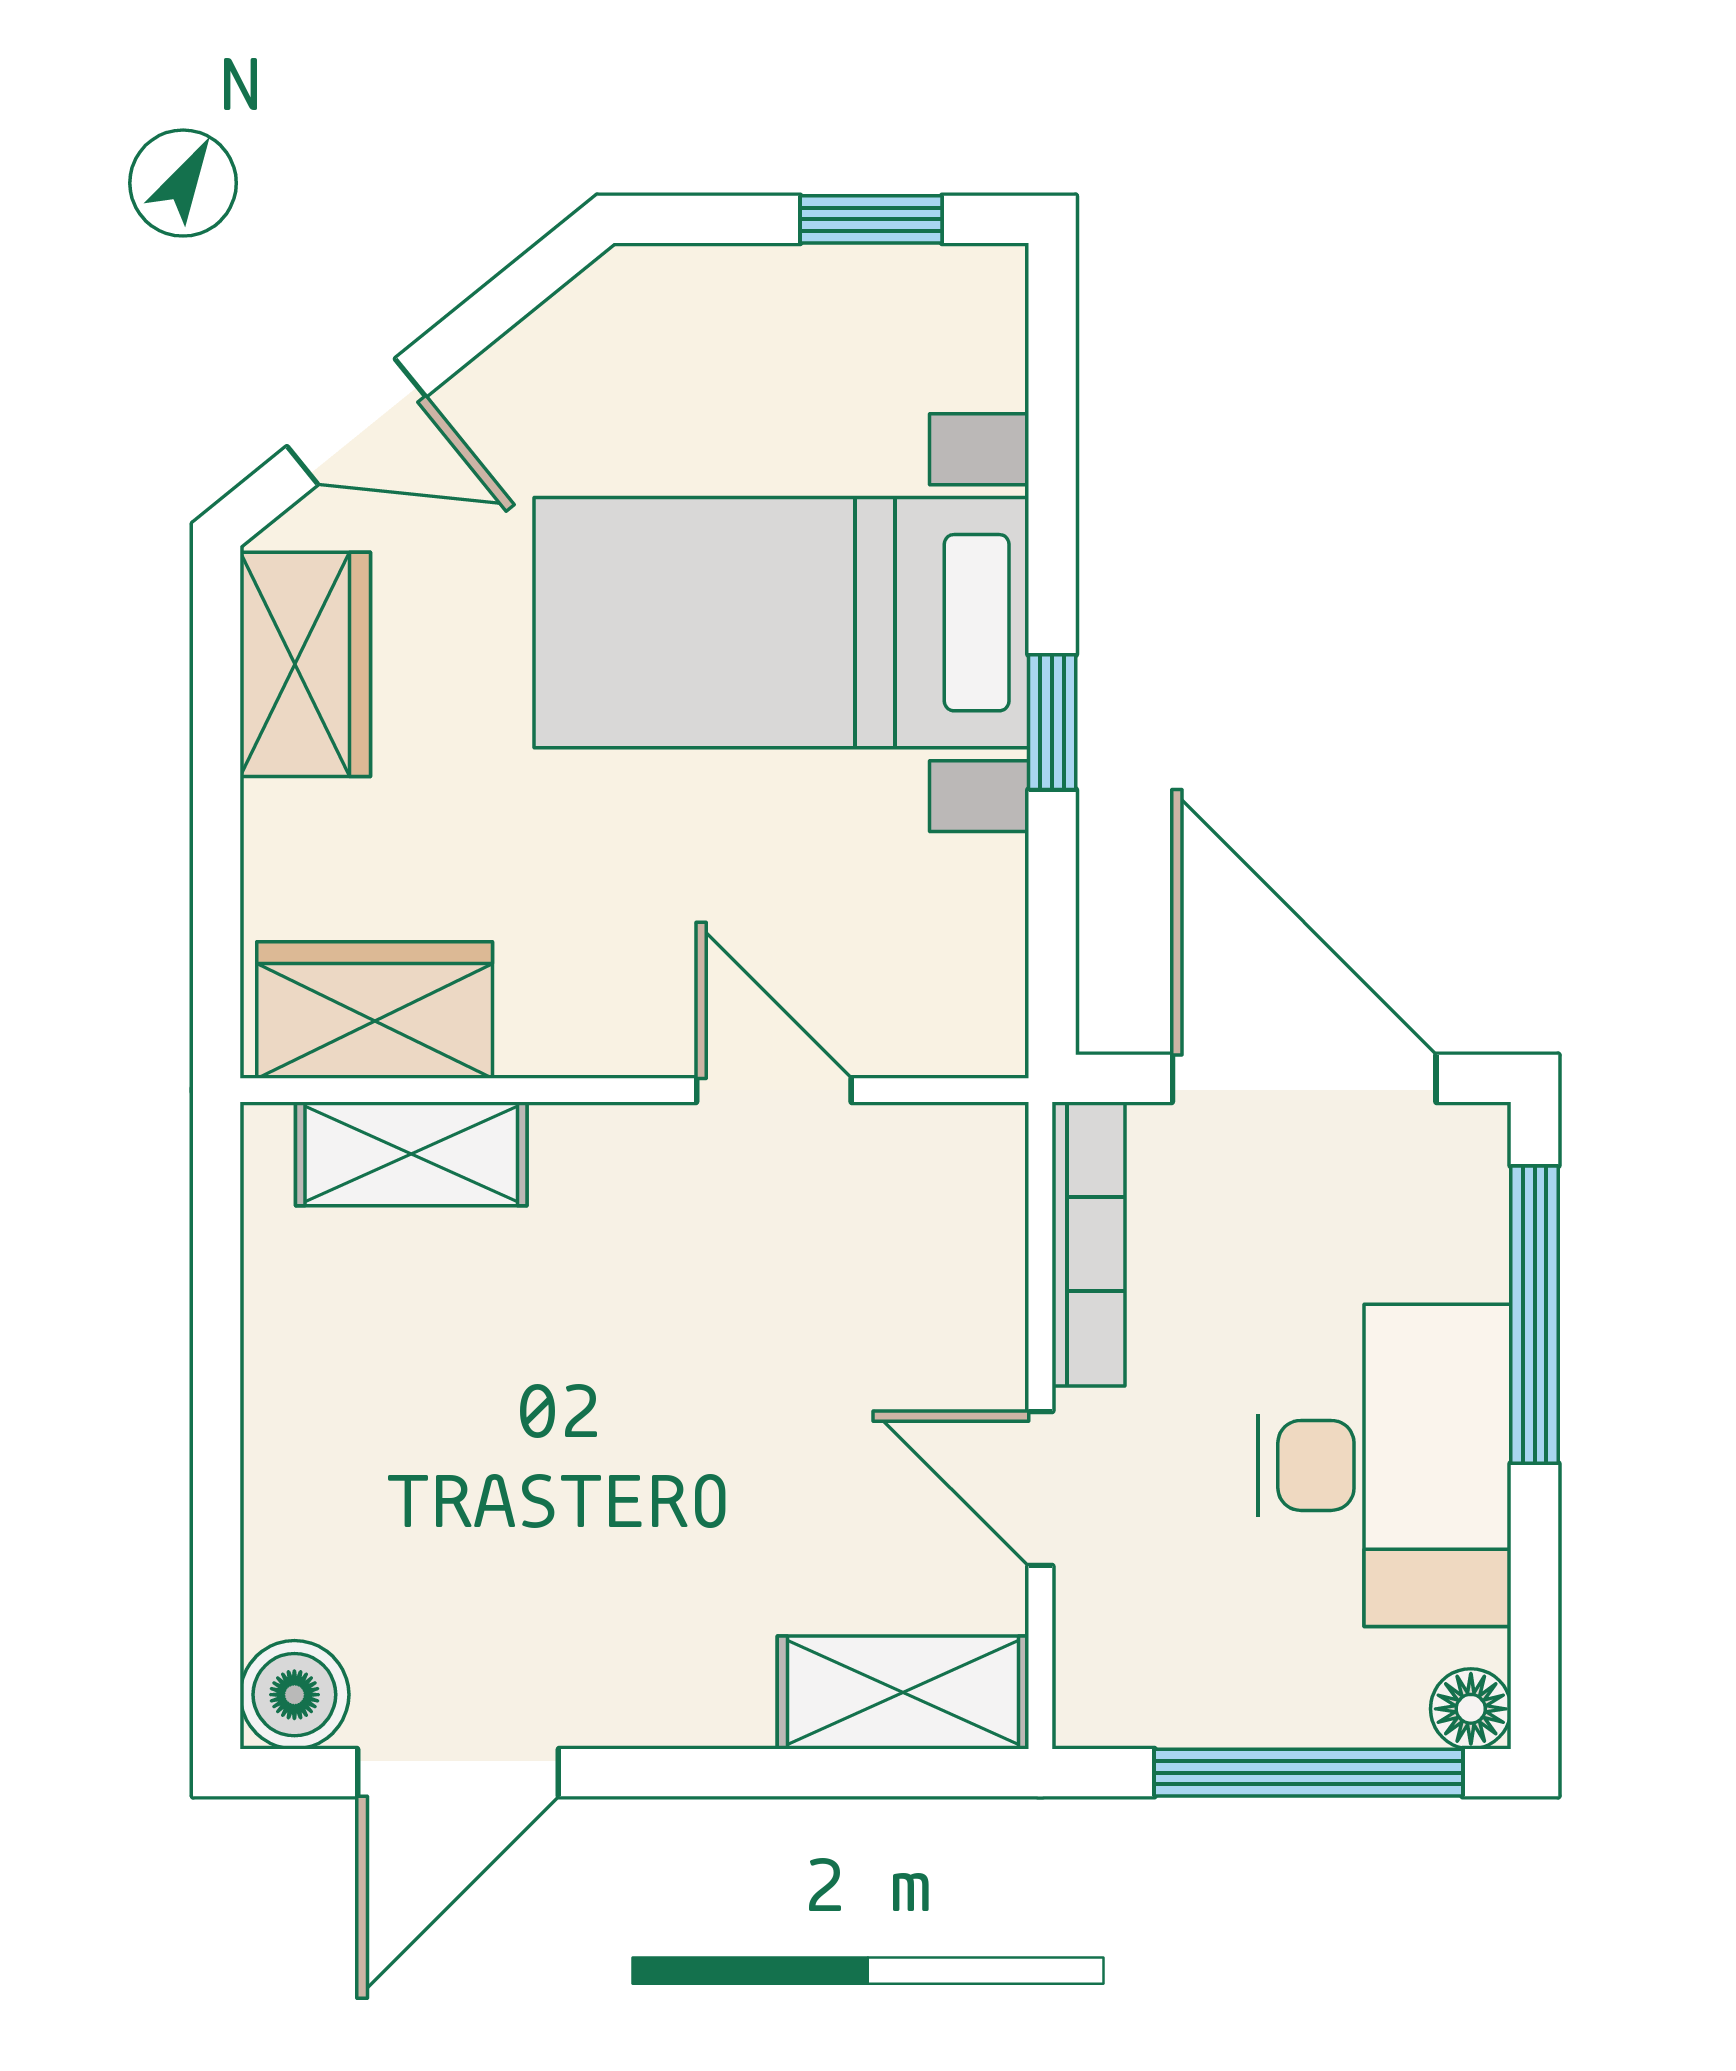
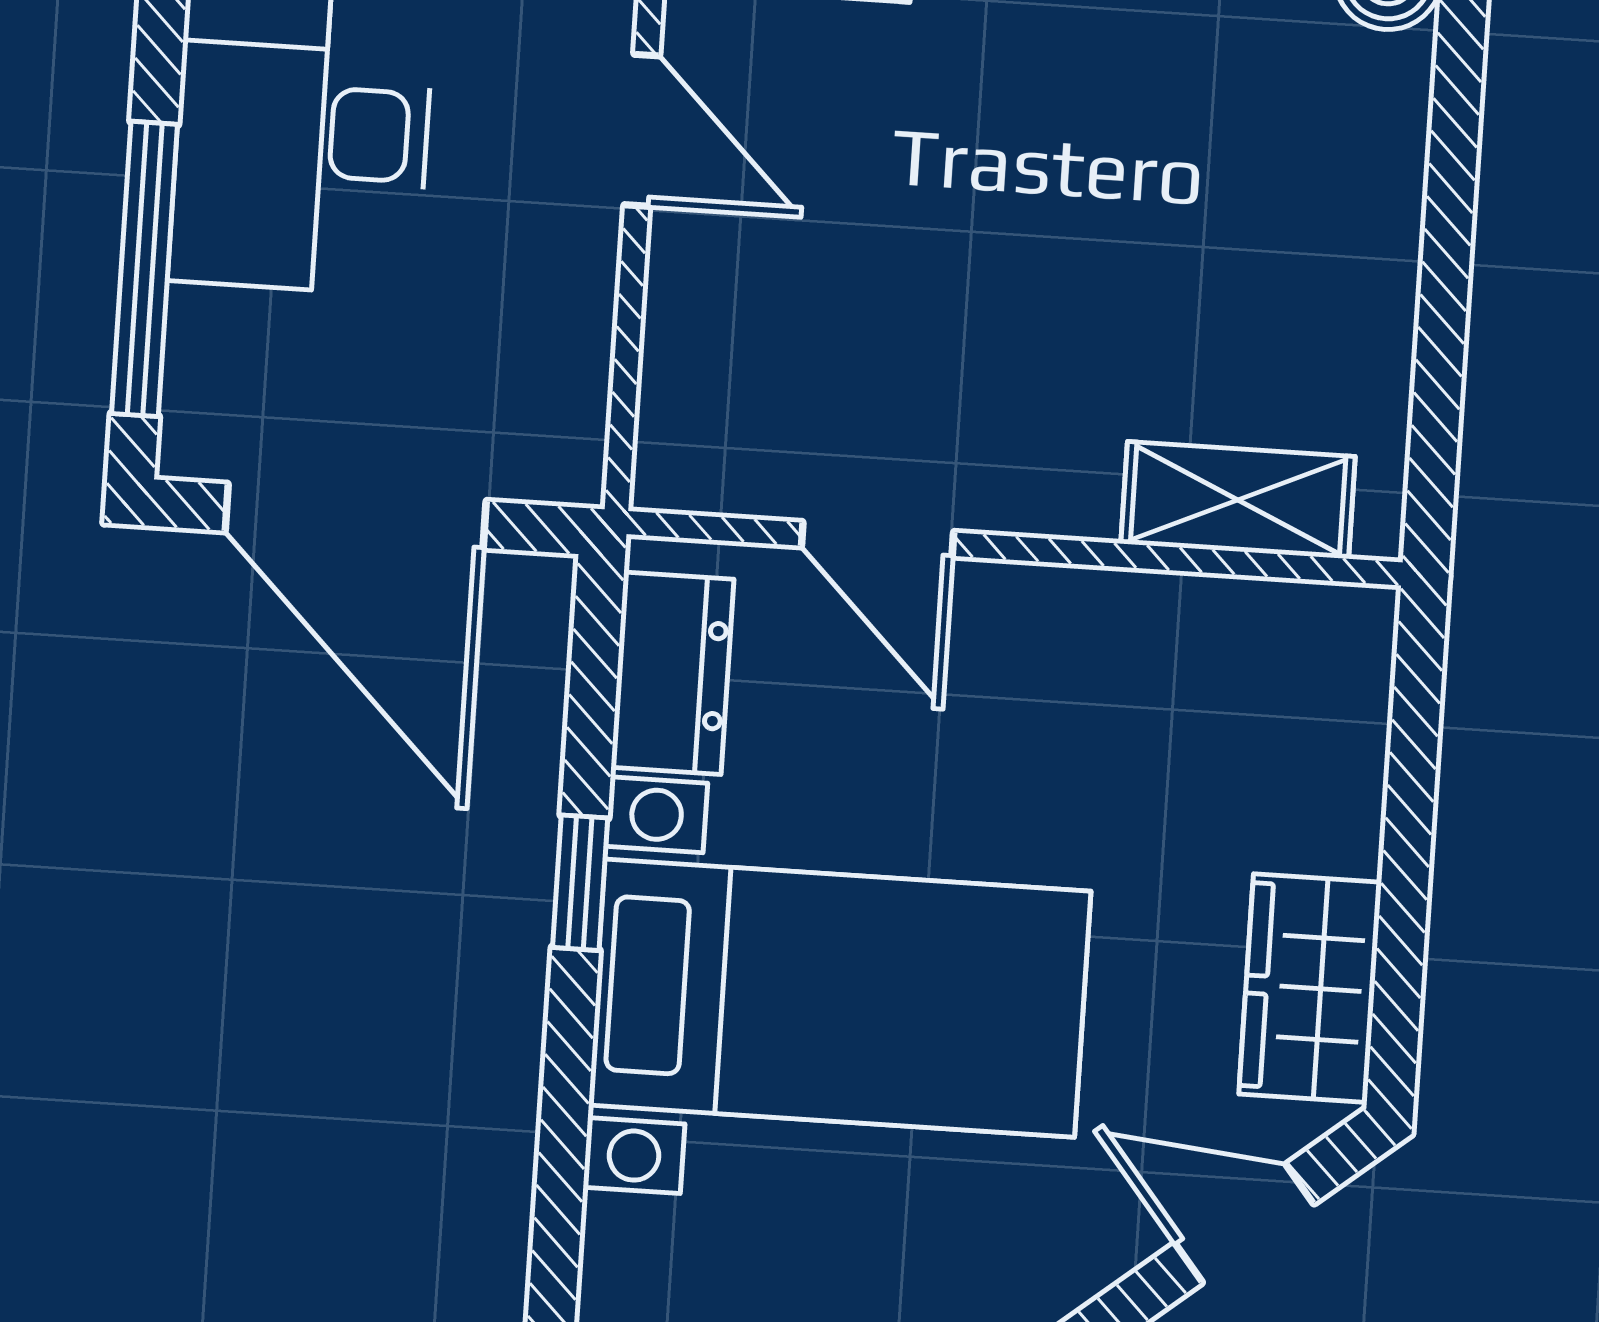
dresser: (973, 940) -> (672, 673), added
wardrobe: (375, 1010) -> (1265, 644), removed
bookcase: (1088, 1244) -> (578, 367), removed

